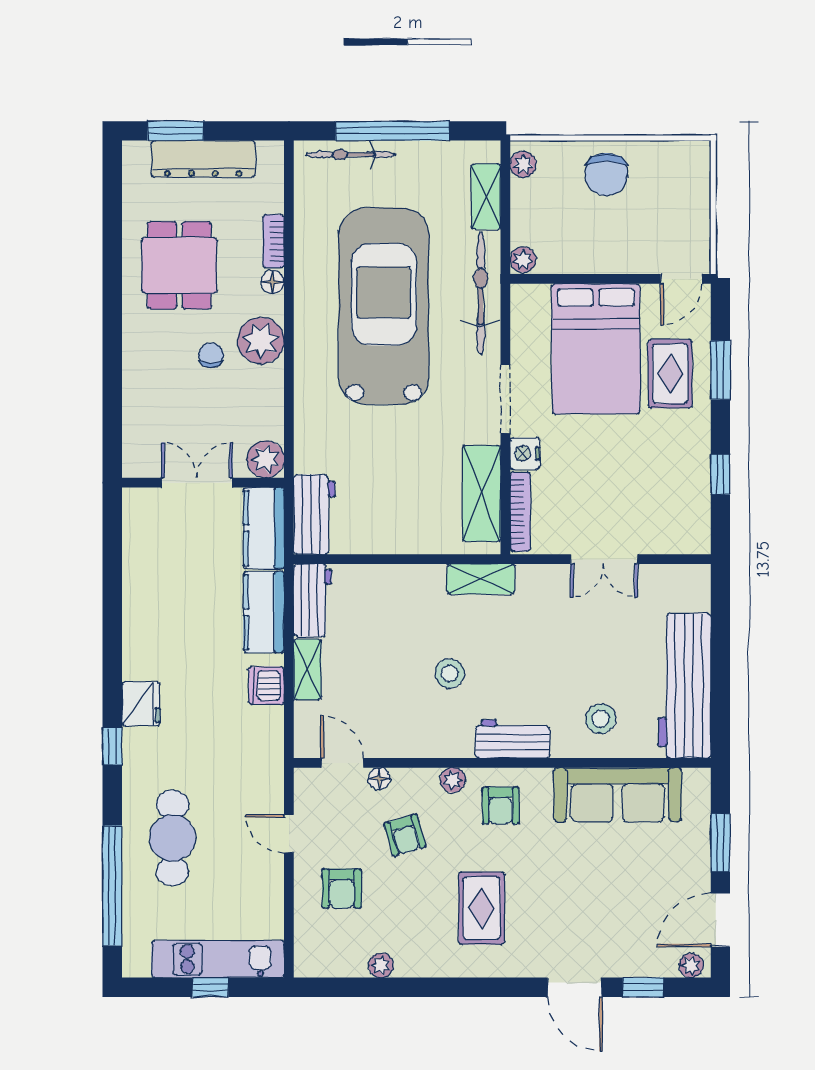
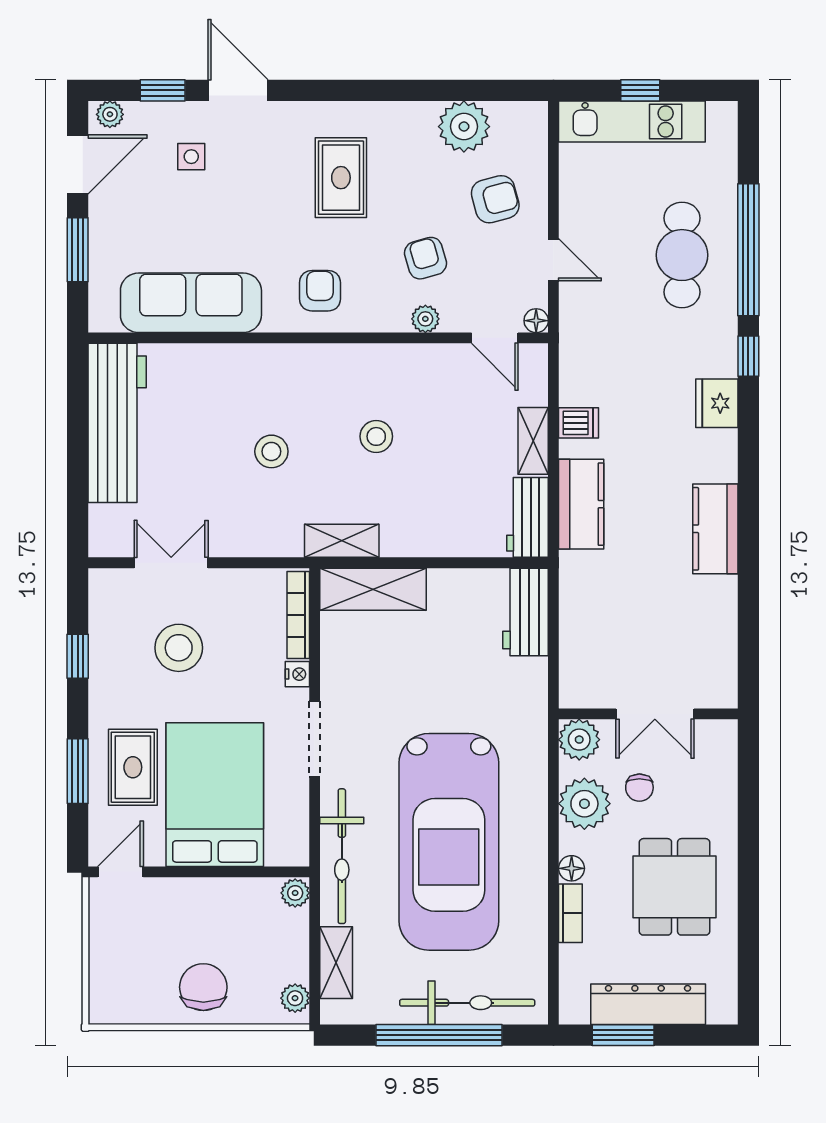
window: (176, 131) -> (623, 1035), moved
bicycle: (351, 155) -> (467, 1003), width x1.37, depth x1.40
nightstand: (525, 454) -> (297, 674), width x0.72, depth x0.74
plant: (266, 459) -> (579, 740), moved
stool: (629, 482) -> (179, 648), added
double door: (197, 483) -> (655, 714), moved
wall: (203, 483) -> (648, 714), moved
shelving: (481, 493) -> (373, 589), moved, turned 90
kitchen counter: (264, 528) -> (715, 529), moved, turned 180
double door: (604, 559) -> (171, 563), moved
dishwasher: (266, 686) -> (579, 423), width x0.73
stool: (601, 719) -> (271, 451), moved
workbench: (513, 739) -> (307, 364), removed
floor lamp: (379, 778) -> (536, 321), moved
plant: (453, 780) -> (425, 319), moved
window: (112, 886) -> (748, 250), moved
armchair: (342, 889) -> (495, 199), turned 75
side table: (617, 927) -> (191, 157), added
plant: (381, 965) -> (464, 127), width x1.87, depth x1.87

